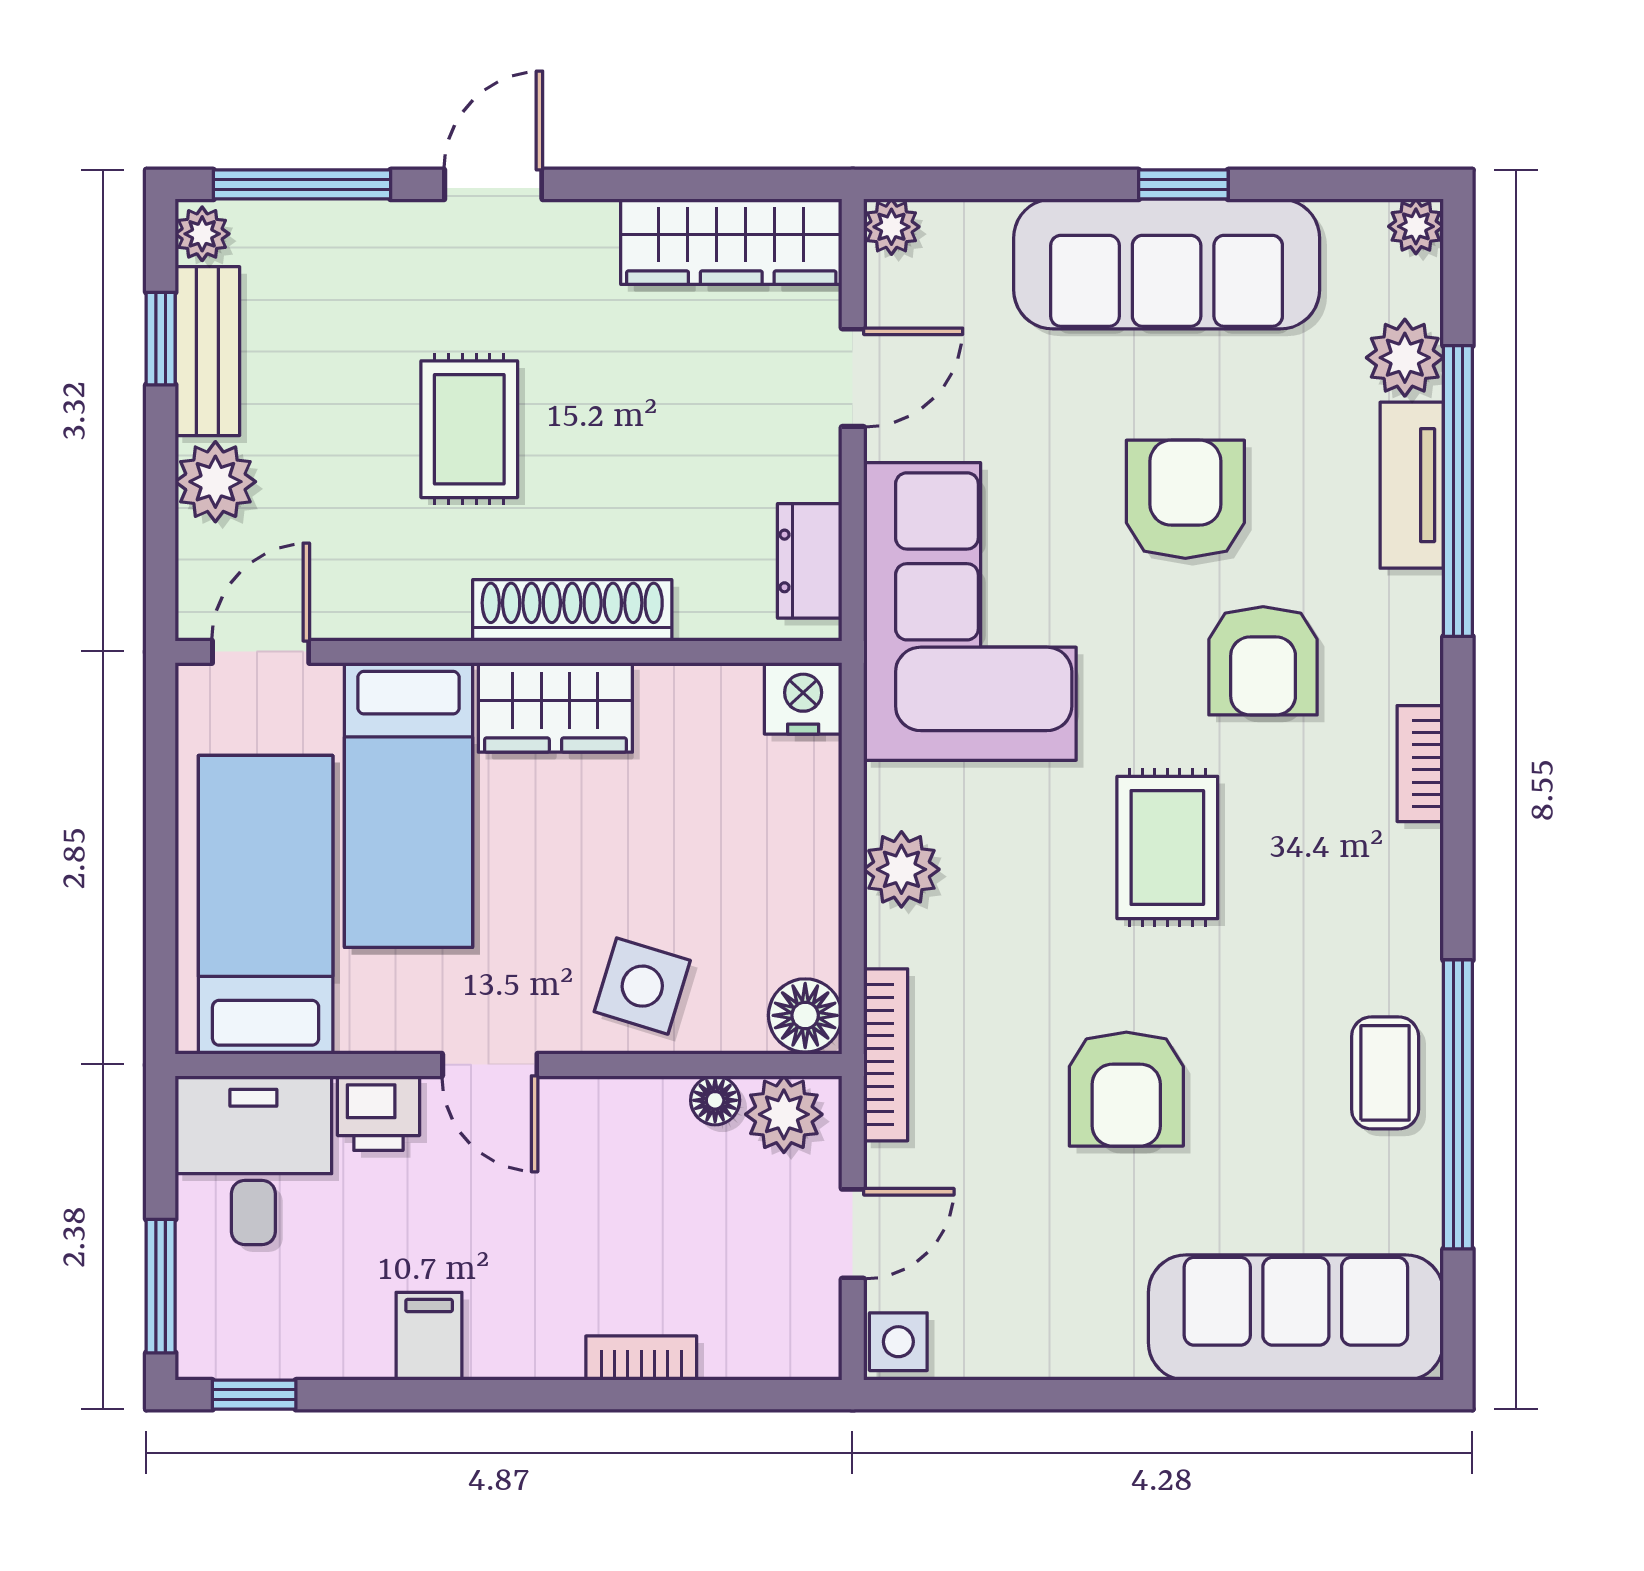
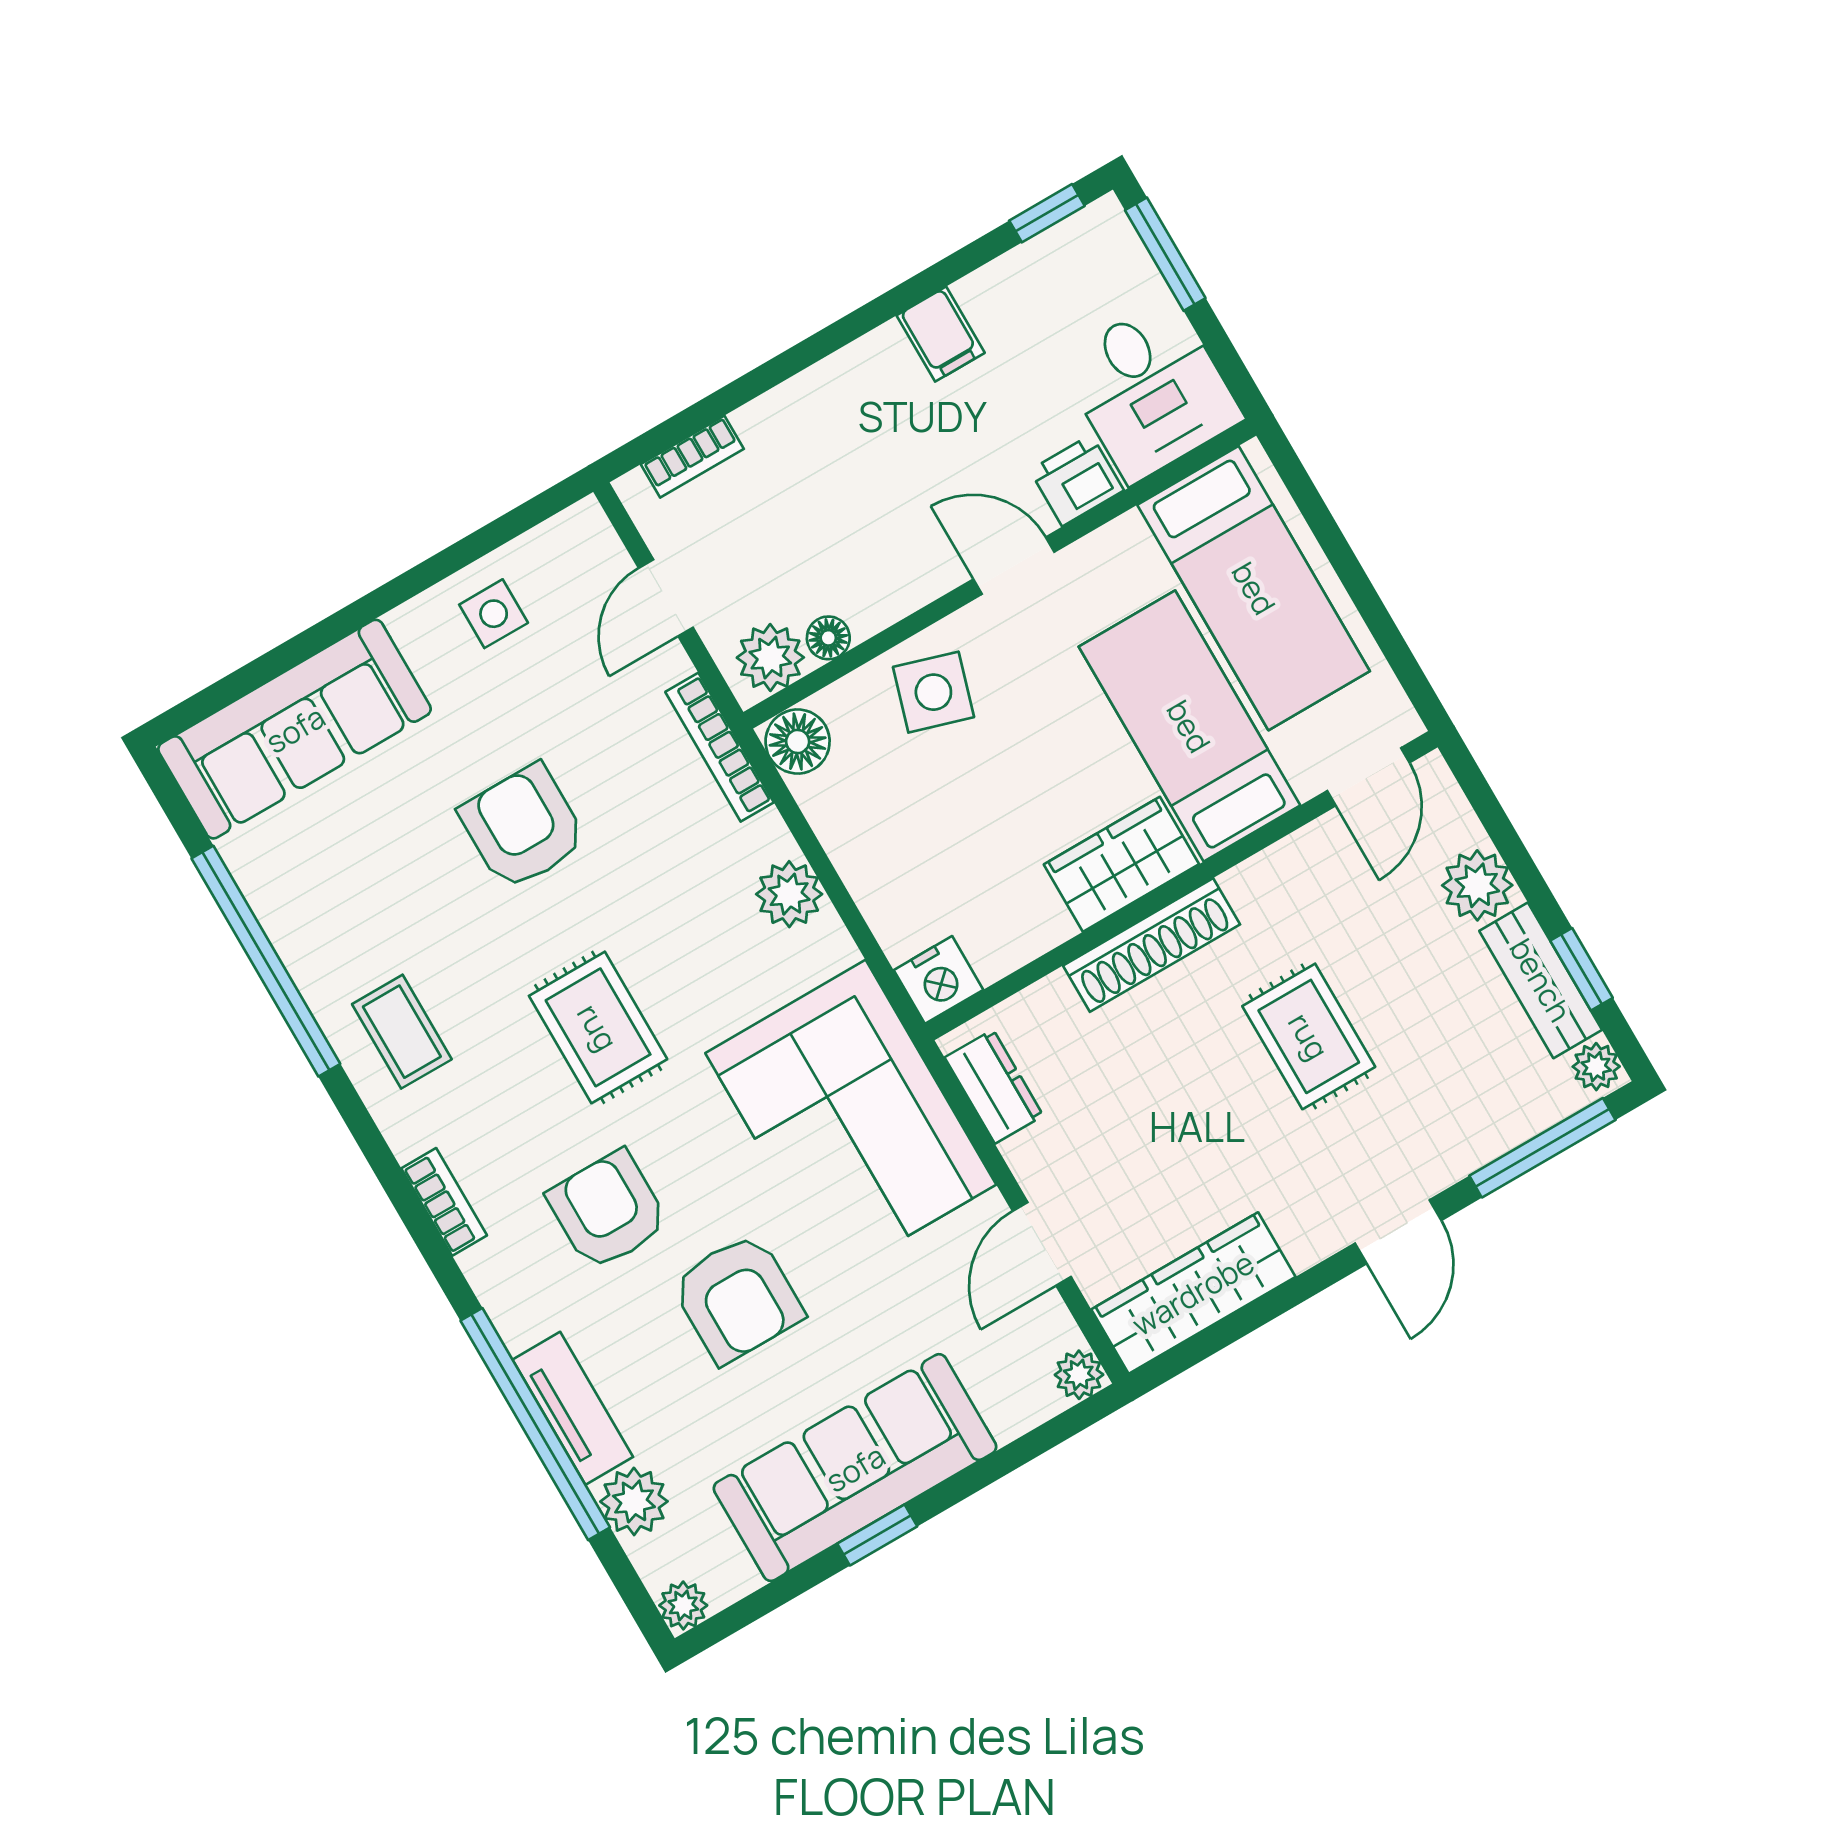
coffee table: (1385, 1073) -> (402, 1032), moved
side table: (898, 1342) -> (494, 614), moved
bookcase: (641, 1358) -> (692, 457), moved

